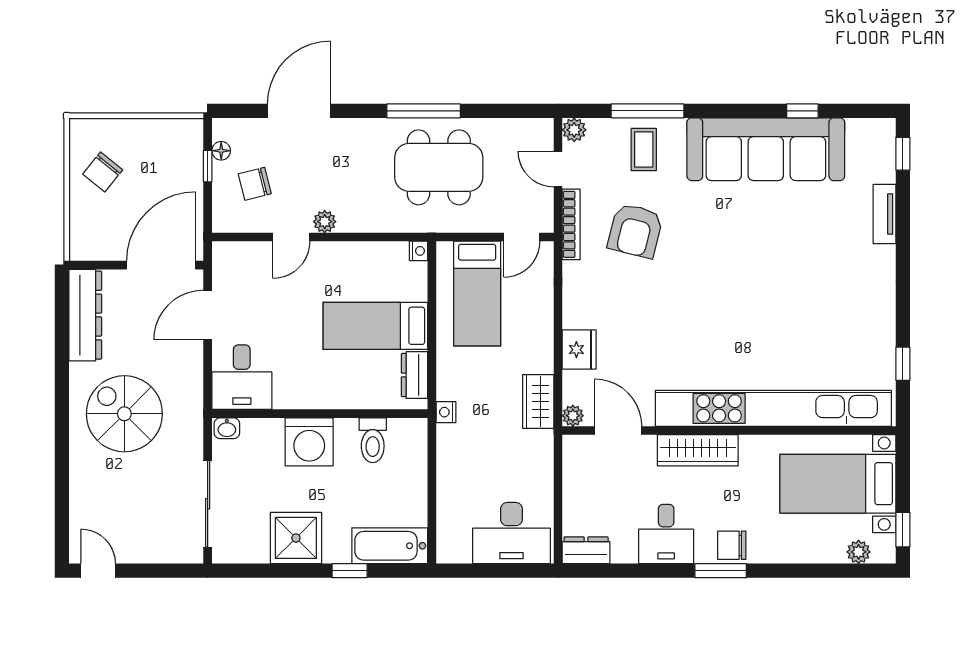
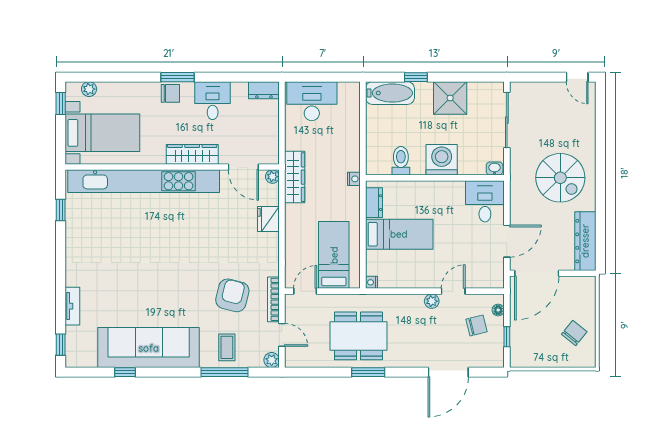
window: (424, 111) -> (368, 372), width x0.69
floor lamp: (221, 151) -> (498, 310), moved
wardrobe: (538, 401) -> (295, 177), width x1.50

